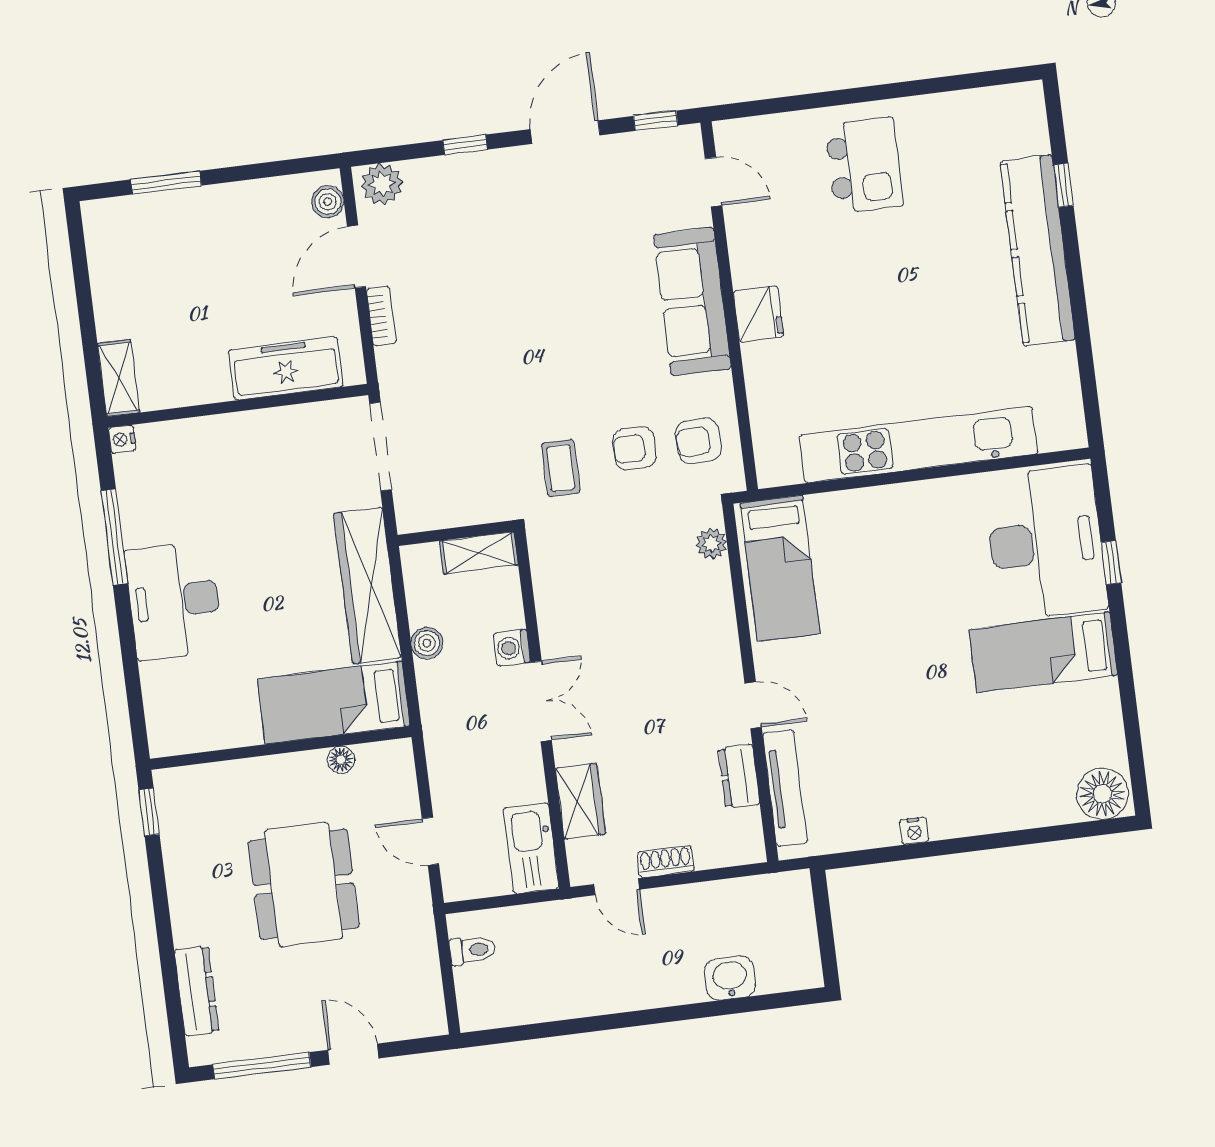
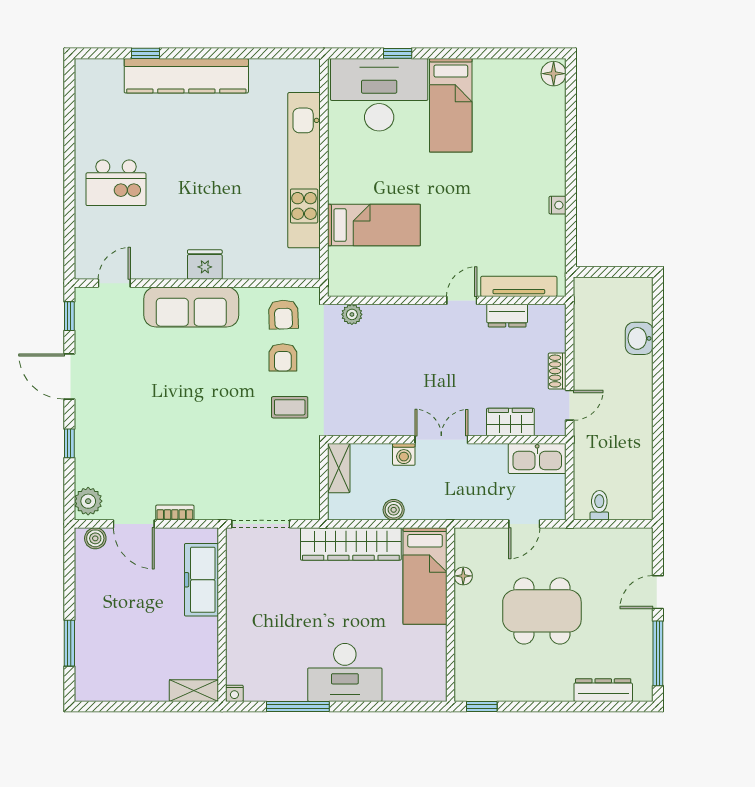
kitchen island: (864, 165) -> (116, 183), turned 180
bed: (780, 568) -> (374, 225), moved
floor lamp: (1102, 794) -> (554, 74), width x0.73, depth x0.73

